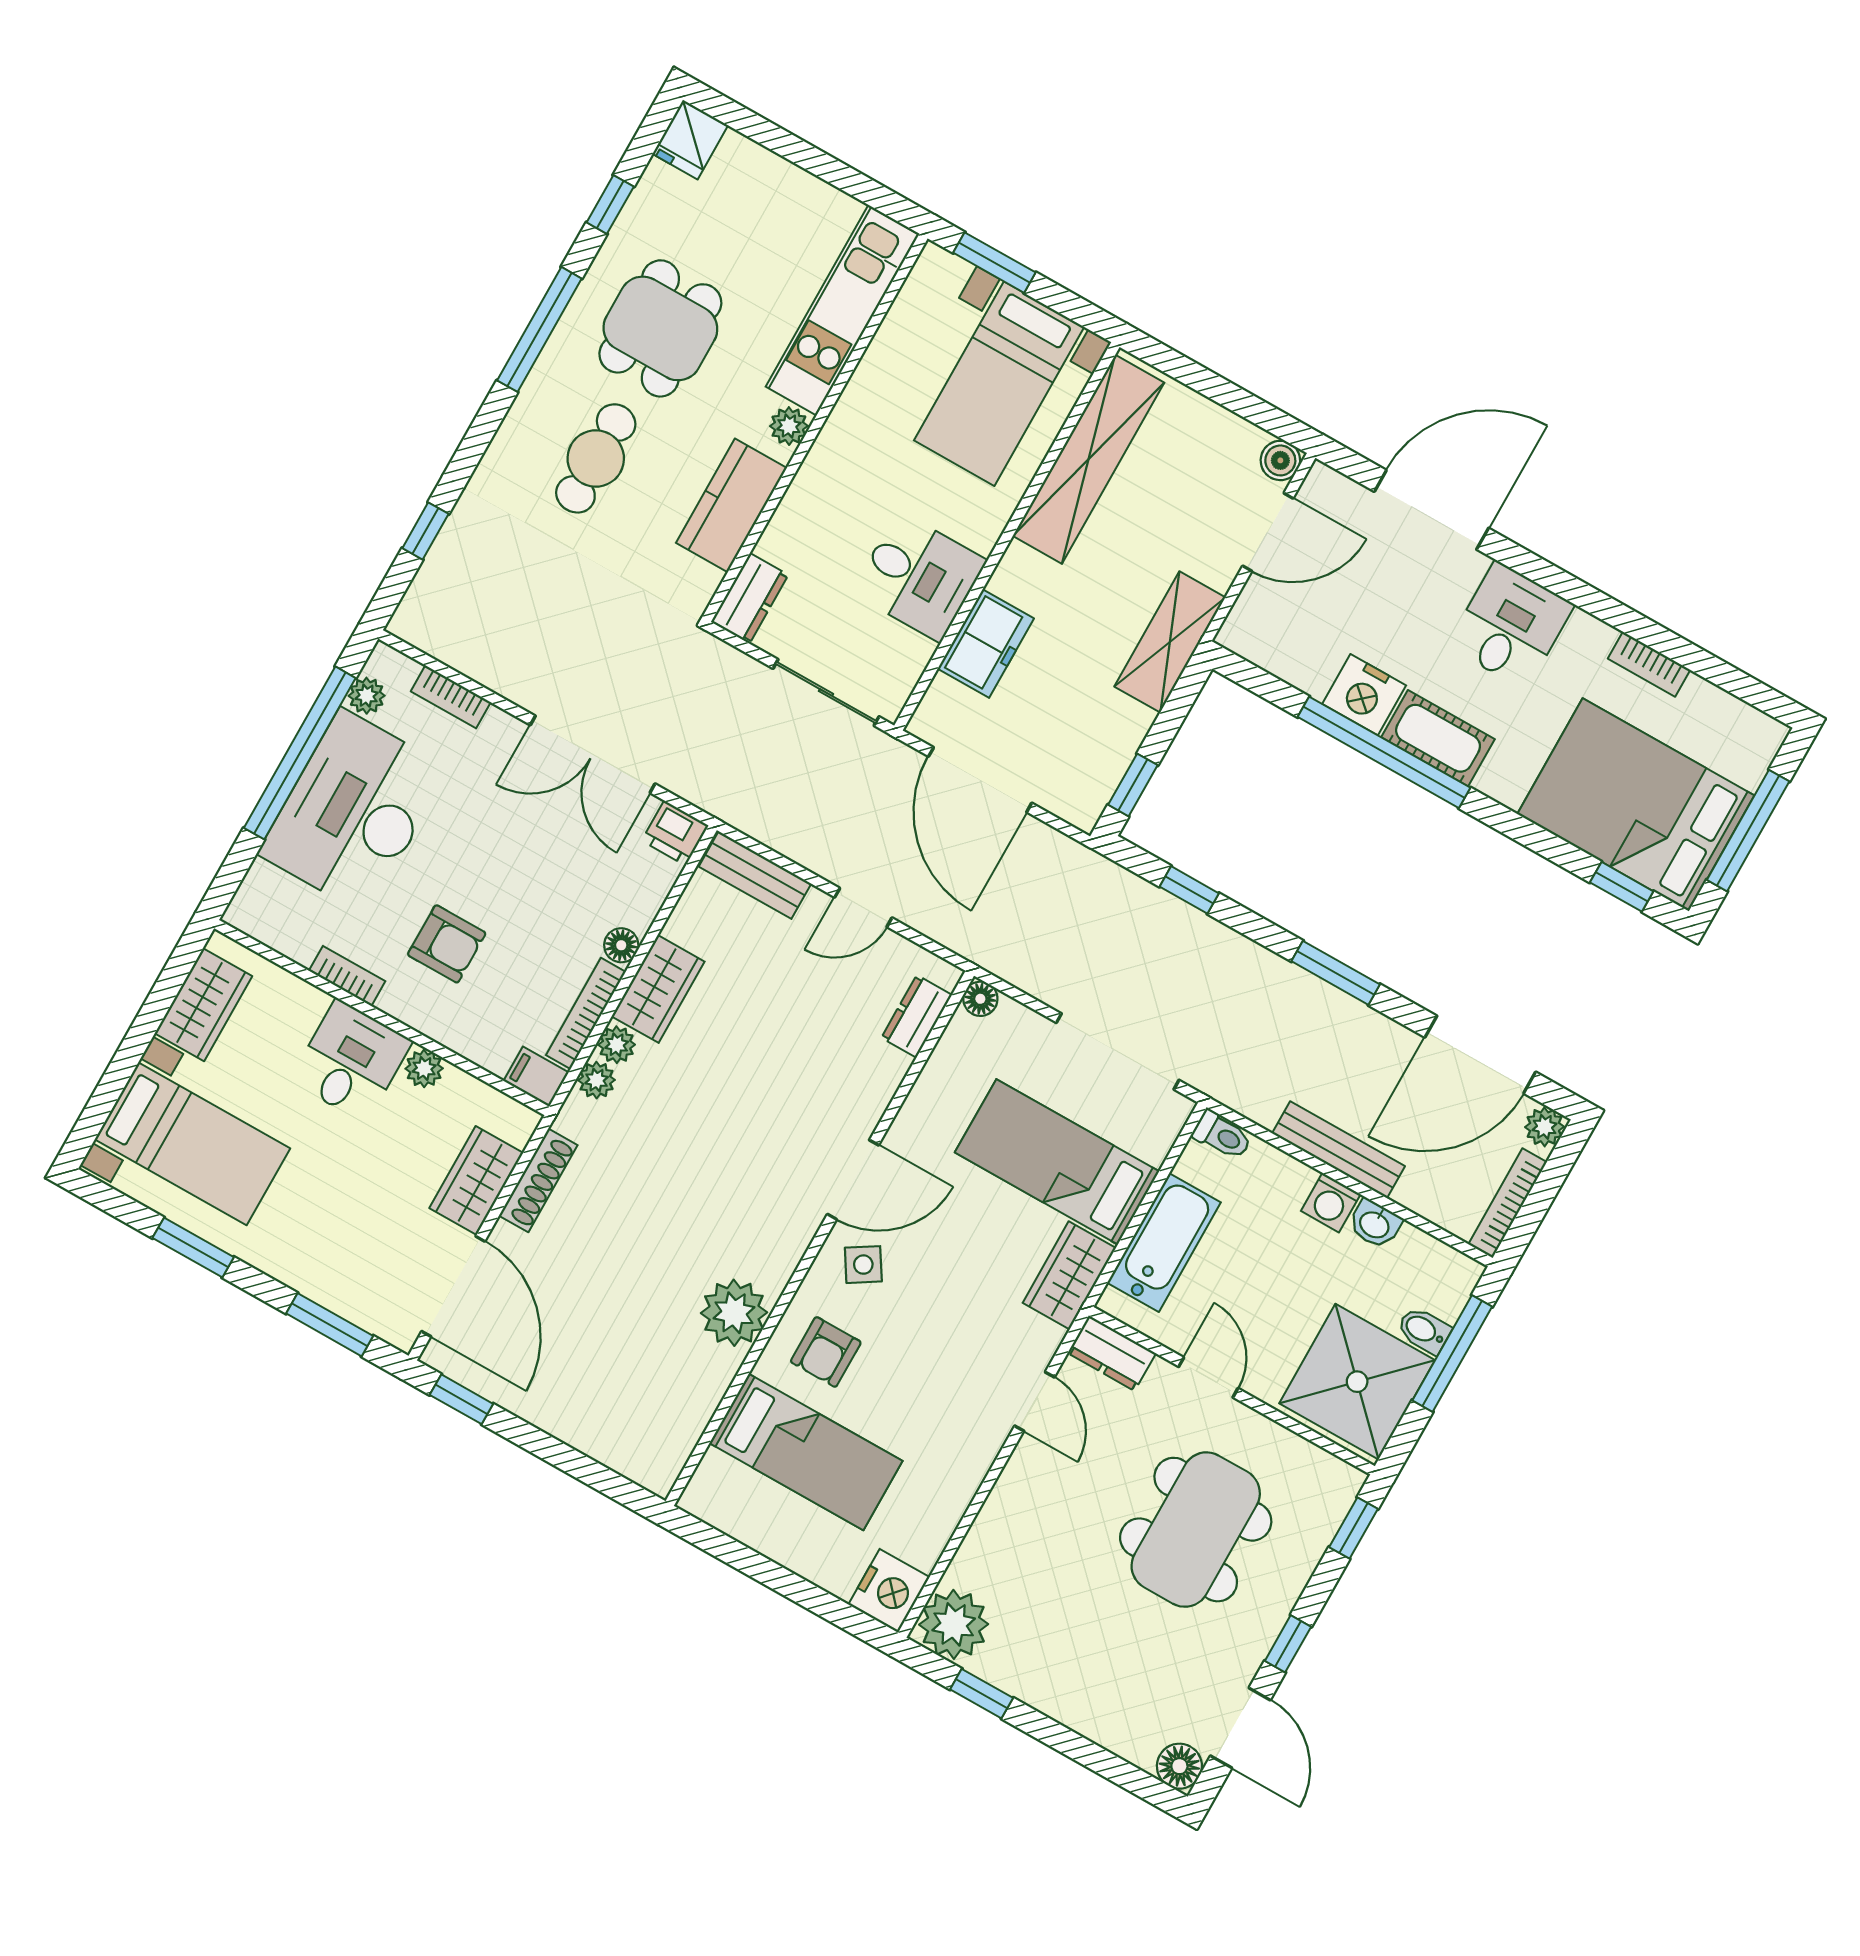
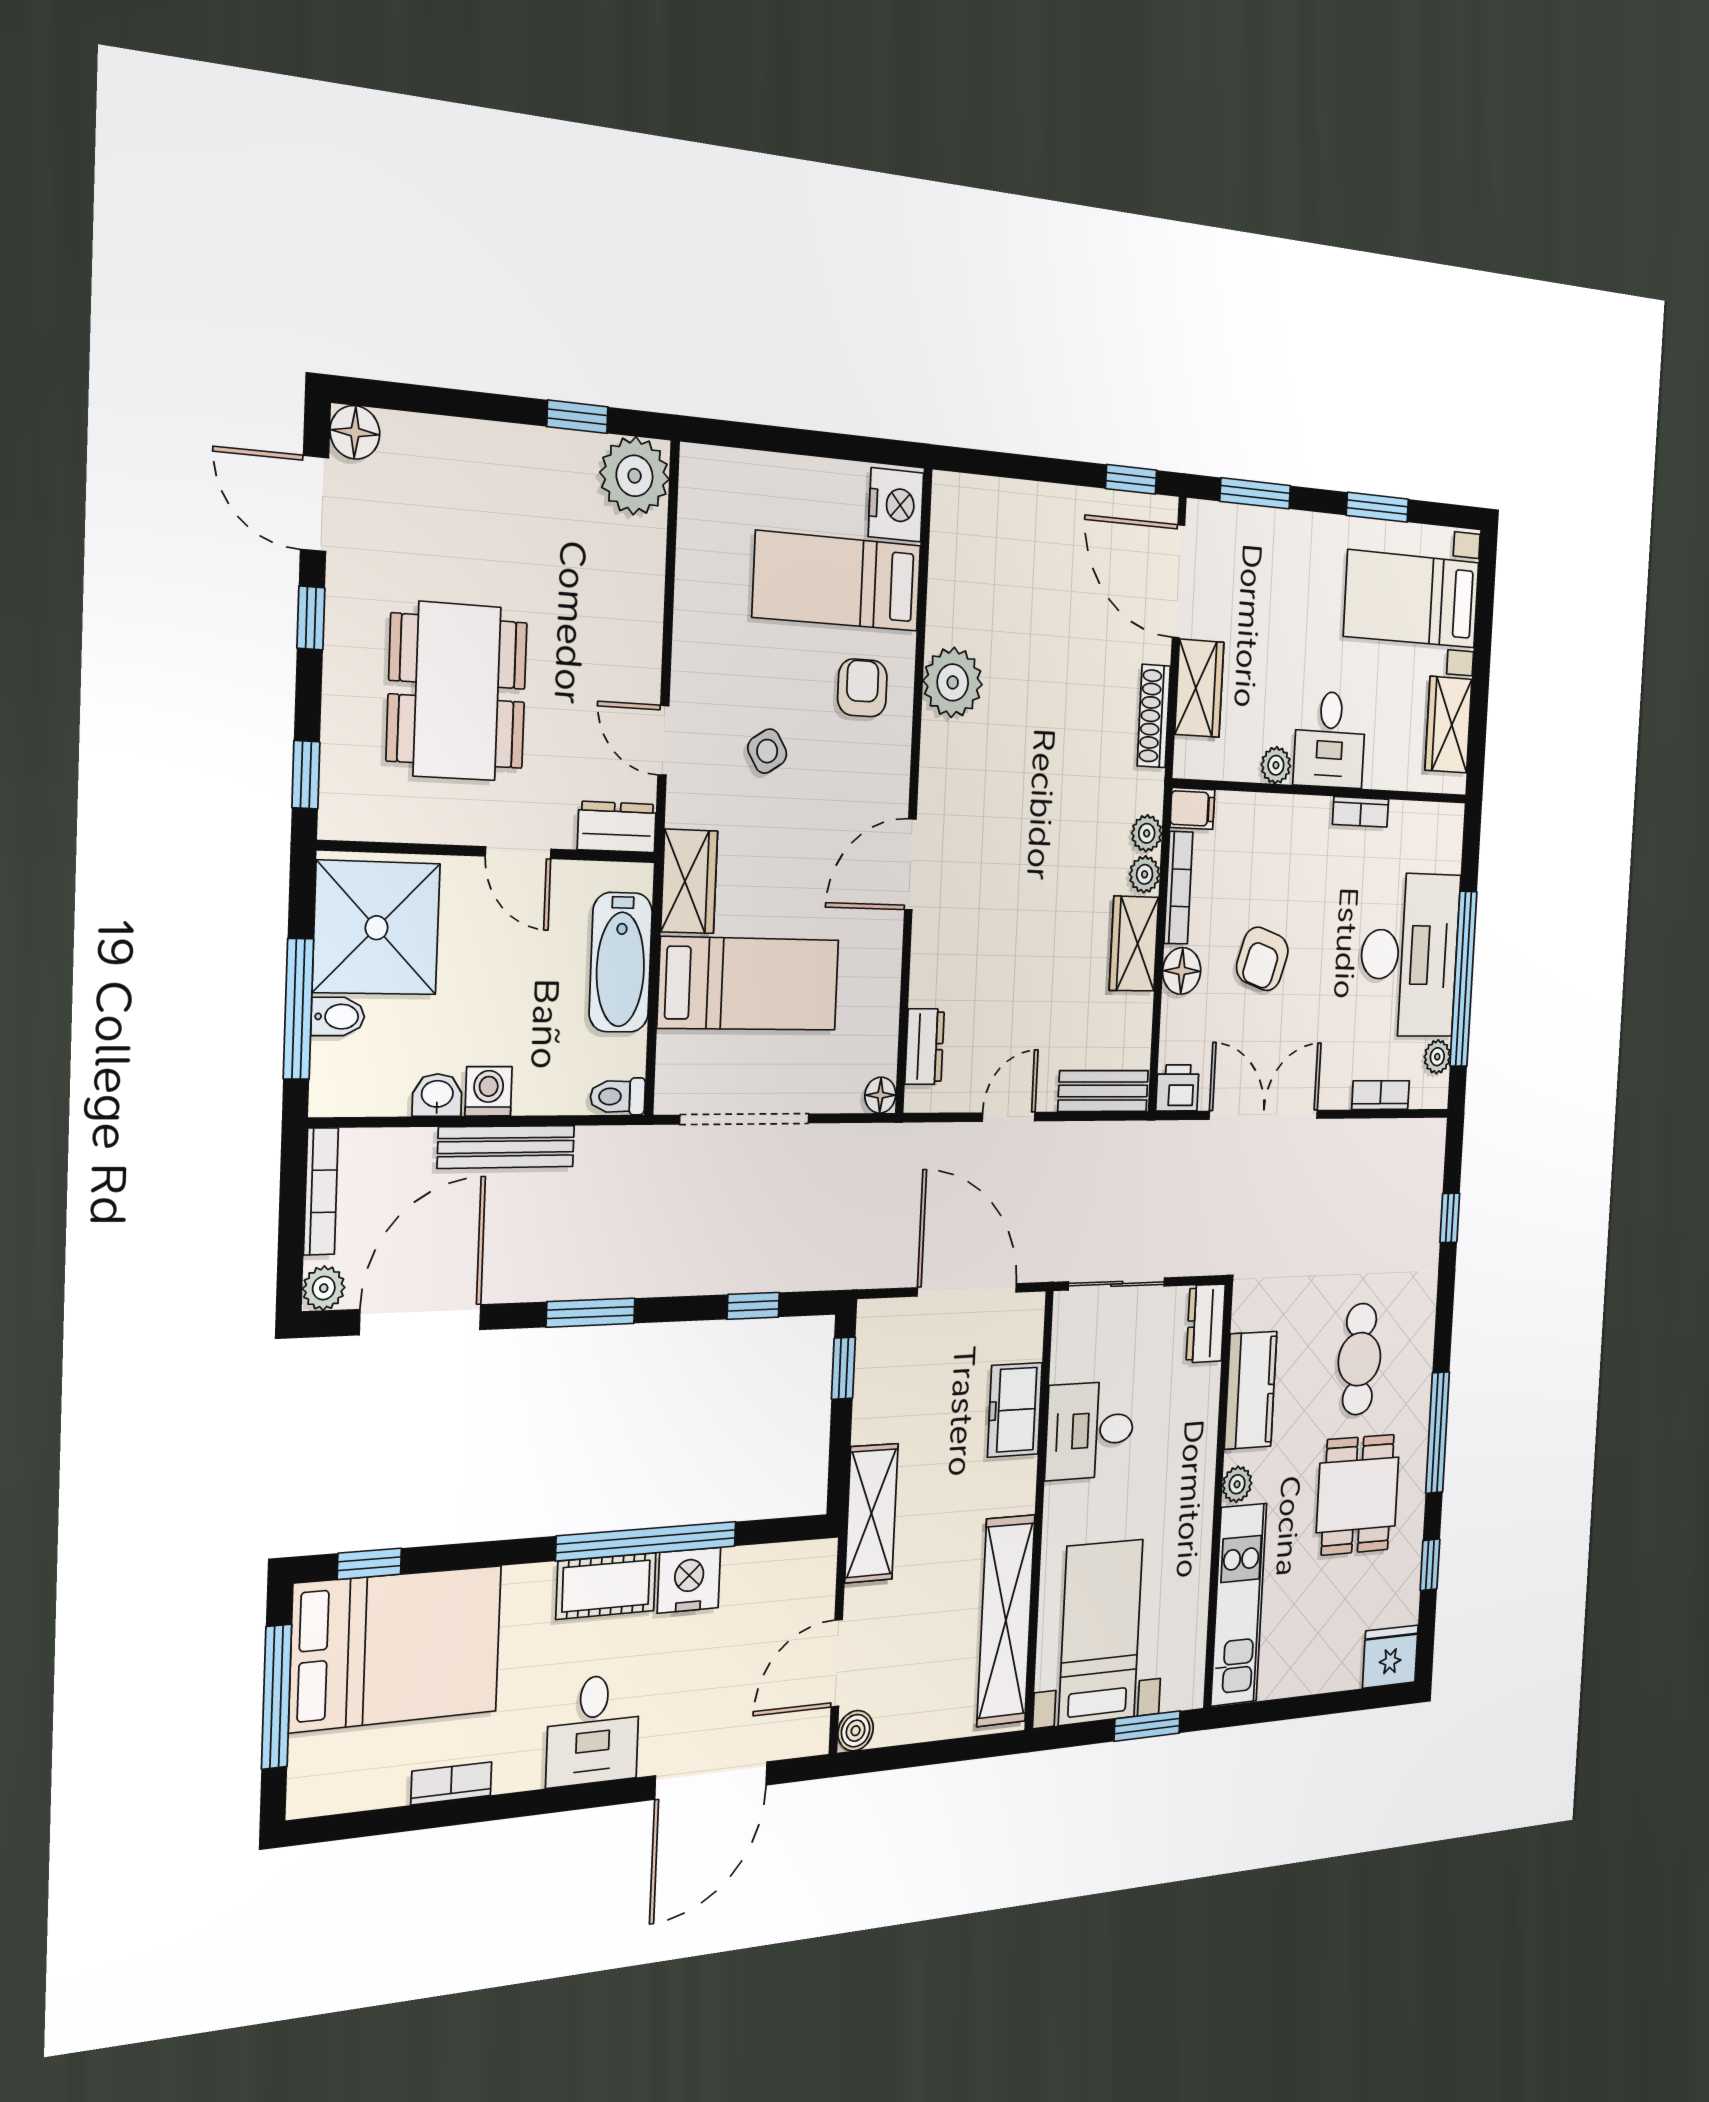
fridge: (690, 140) -> (1390, 1657), width x1.38
armchair: (447, 944) -> (1262, 959), moved, turned -72
floor lamp: (621, 945) -> (1182, 971), width x1.37, depth x1.37
side table: (863, 1265) -> (767, 751), moved
nightstand: (889, 1591) -> (896, 505), moved, turned 180

